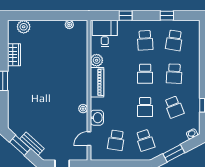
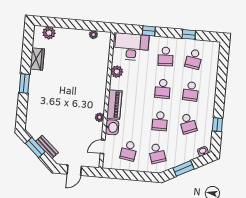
desk: (105, 34) -> (132, 47), width x1.37
piano: (97, 82) -> (114, 105), moved

